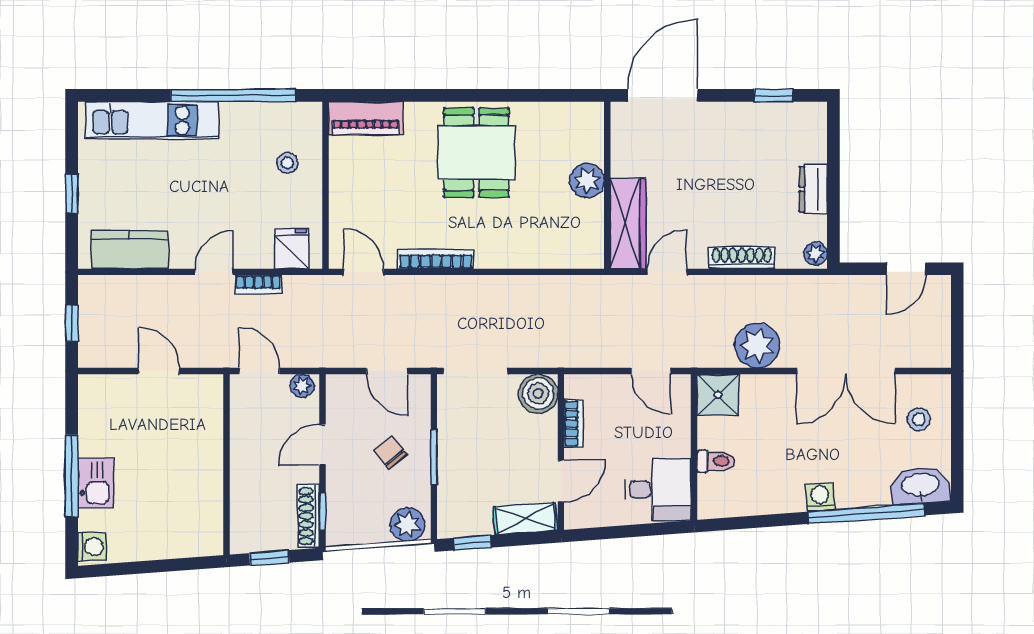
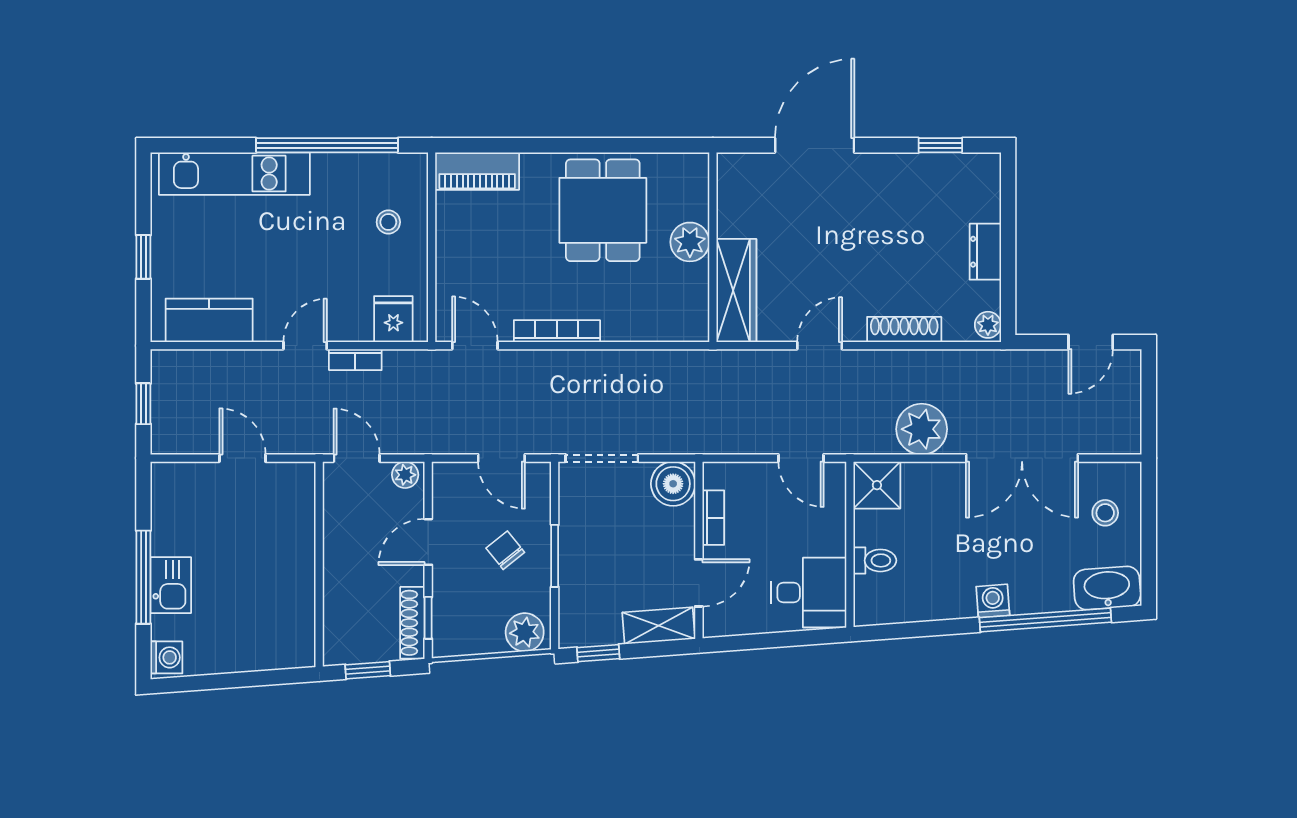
plant: (587, 181) -> (690, 242), moved
wall: (607, 185) -> (713, 247), moved
wardrobe: (628, 223) -> (736, 290), moved

